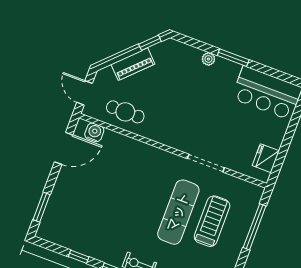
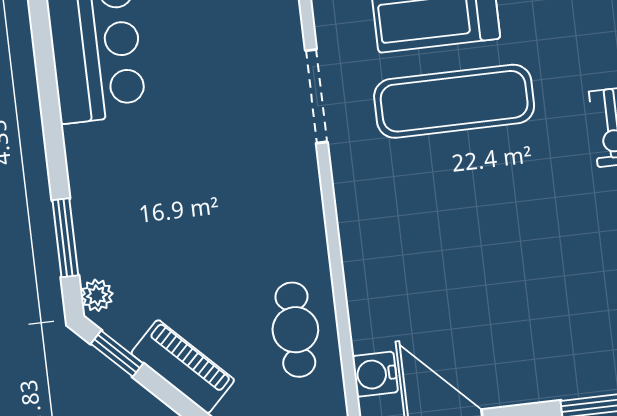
window: (233, 58) -> (65, 238), moved
plant: (208, 59) -> (97, 295), moved

